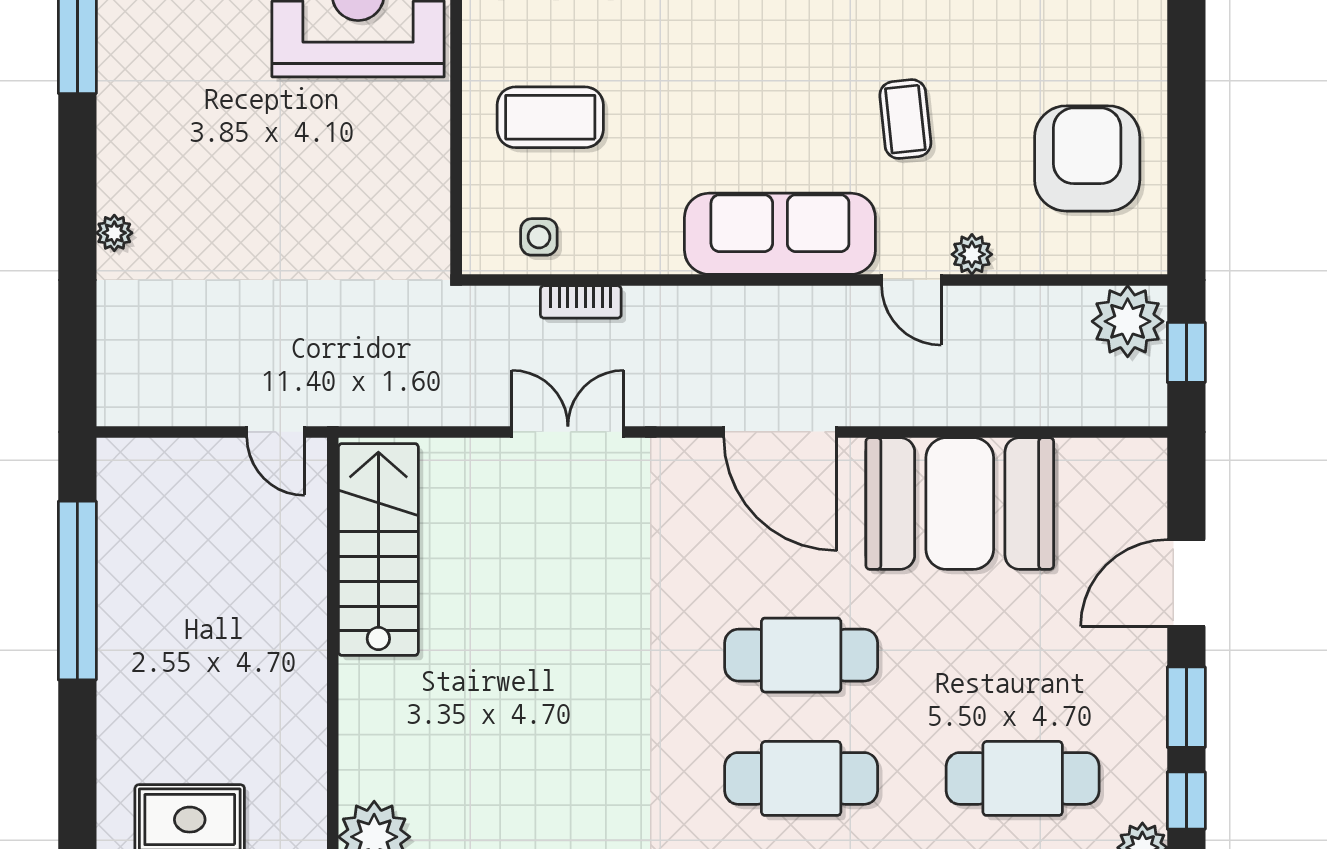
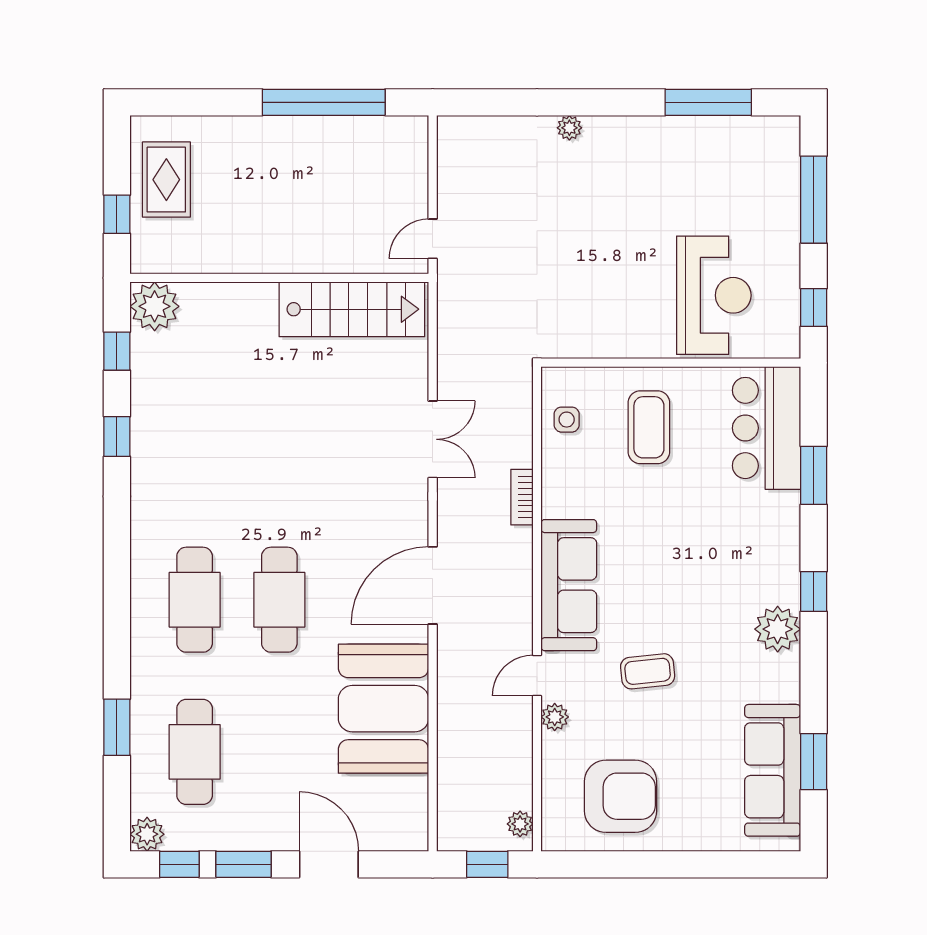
bookcase: (581, 302) -> (522, 497), moved
plant: (1128, 321) -> (520, 824), width x0.53, depth x0.53

